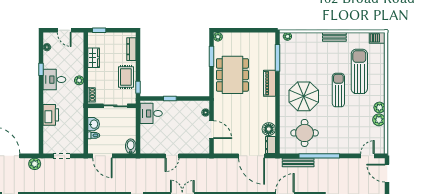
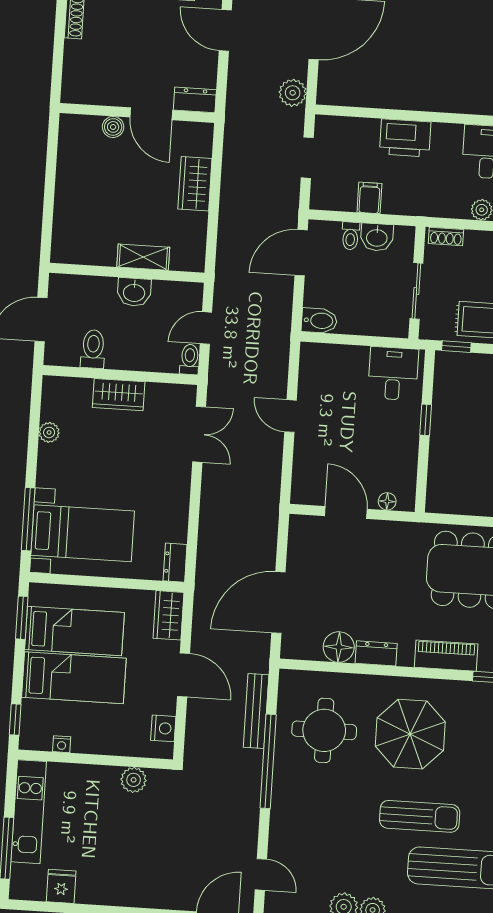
filing cabinet: (77, 128) -> (369, 198), added
door: (211, 130) -> (346, 512), swing flipped
dresser: (270, 145) -> (376, 653), moved

